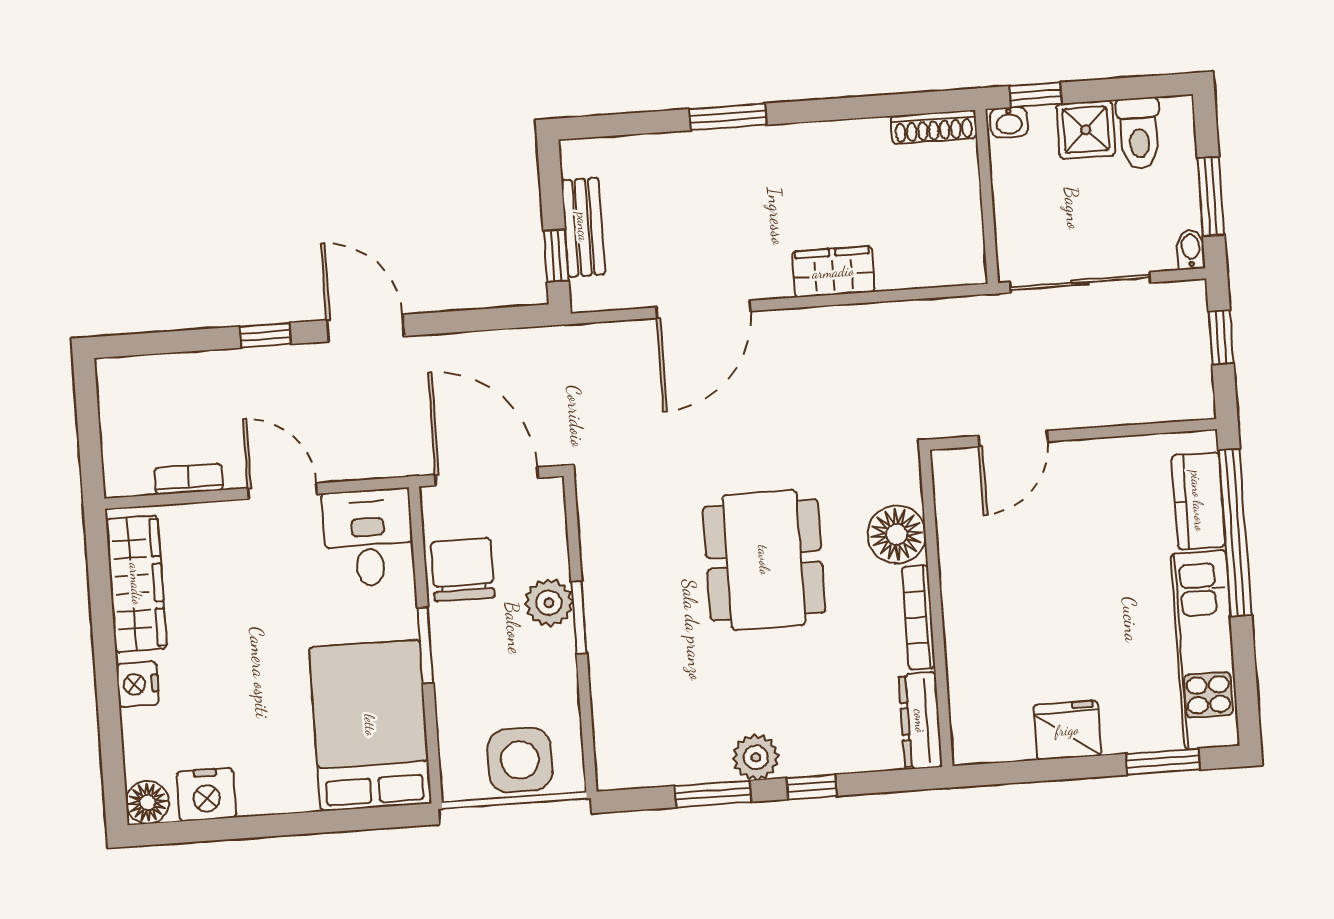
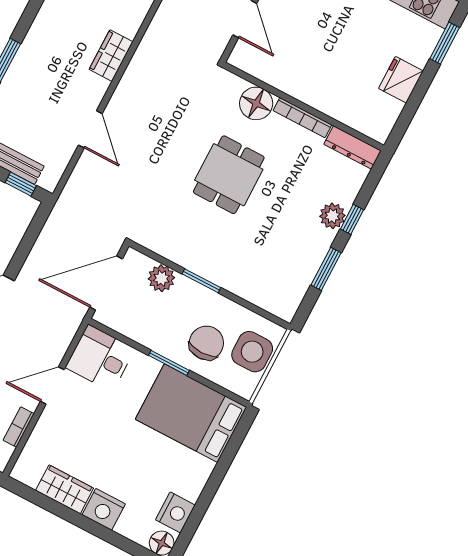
door: (703, 309) -> (90, 129), width x0.73
dining table: (764, 560) -> (229, 175), width x0.73
chair: (463, 570) -> (206, 343), moved, turned 90
wardrobe: (136, 584) -> (65, 489), width x0.67
plant: (549, 603) -> (161, 278), moved
nightstand: (138, 684) -> (104, 509), width x1.36, depth x1.33
plant: (756, 757) -> (332, 216), moved

